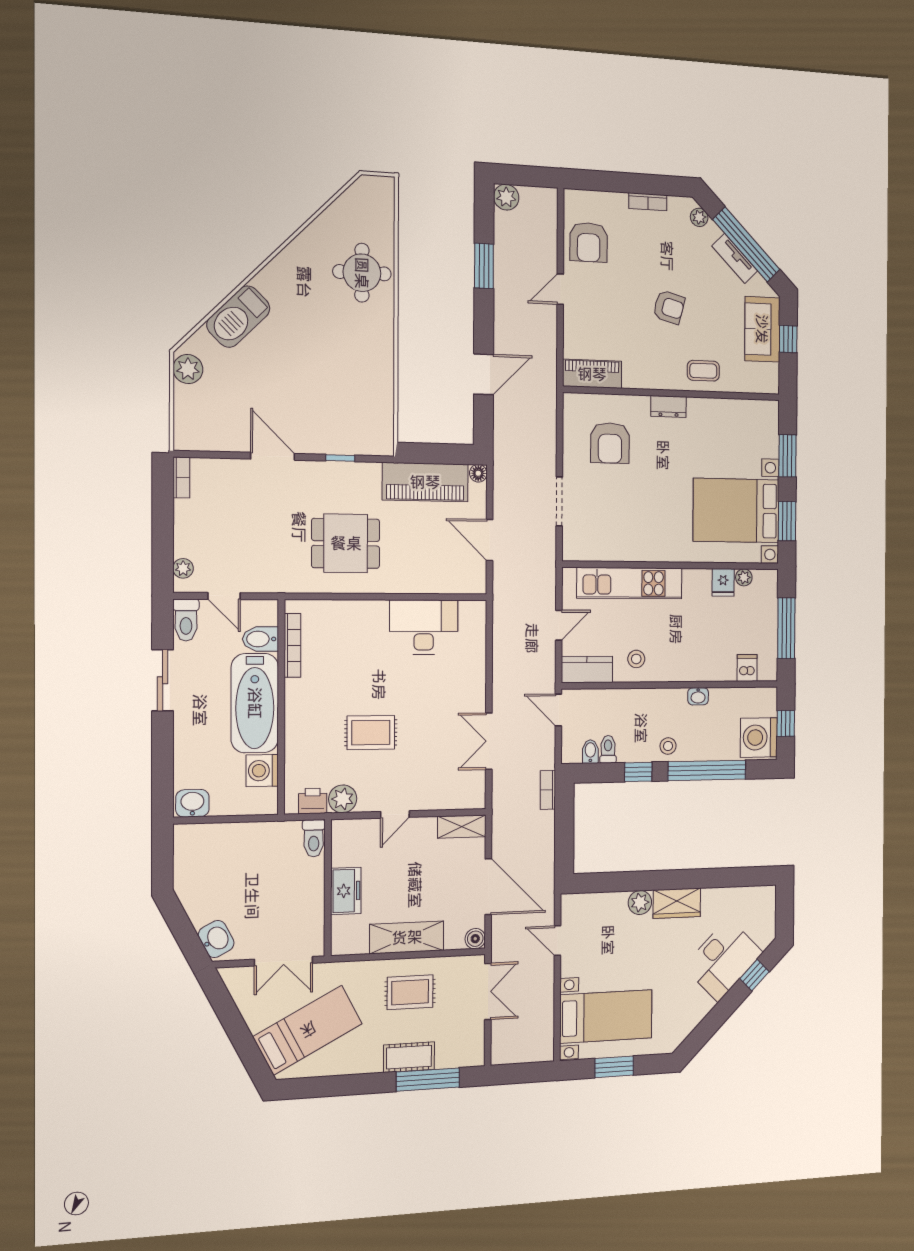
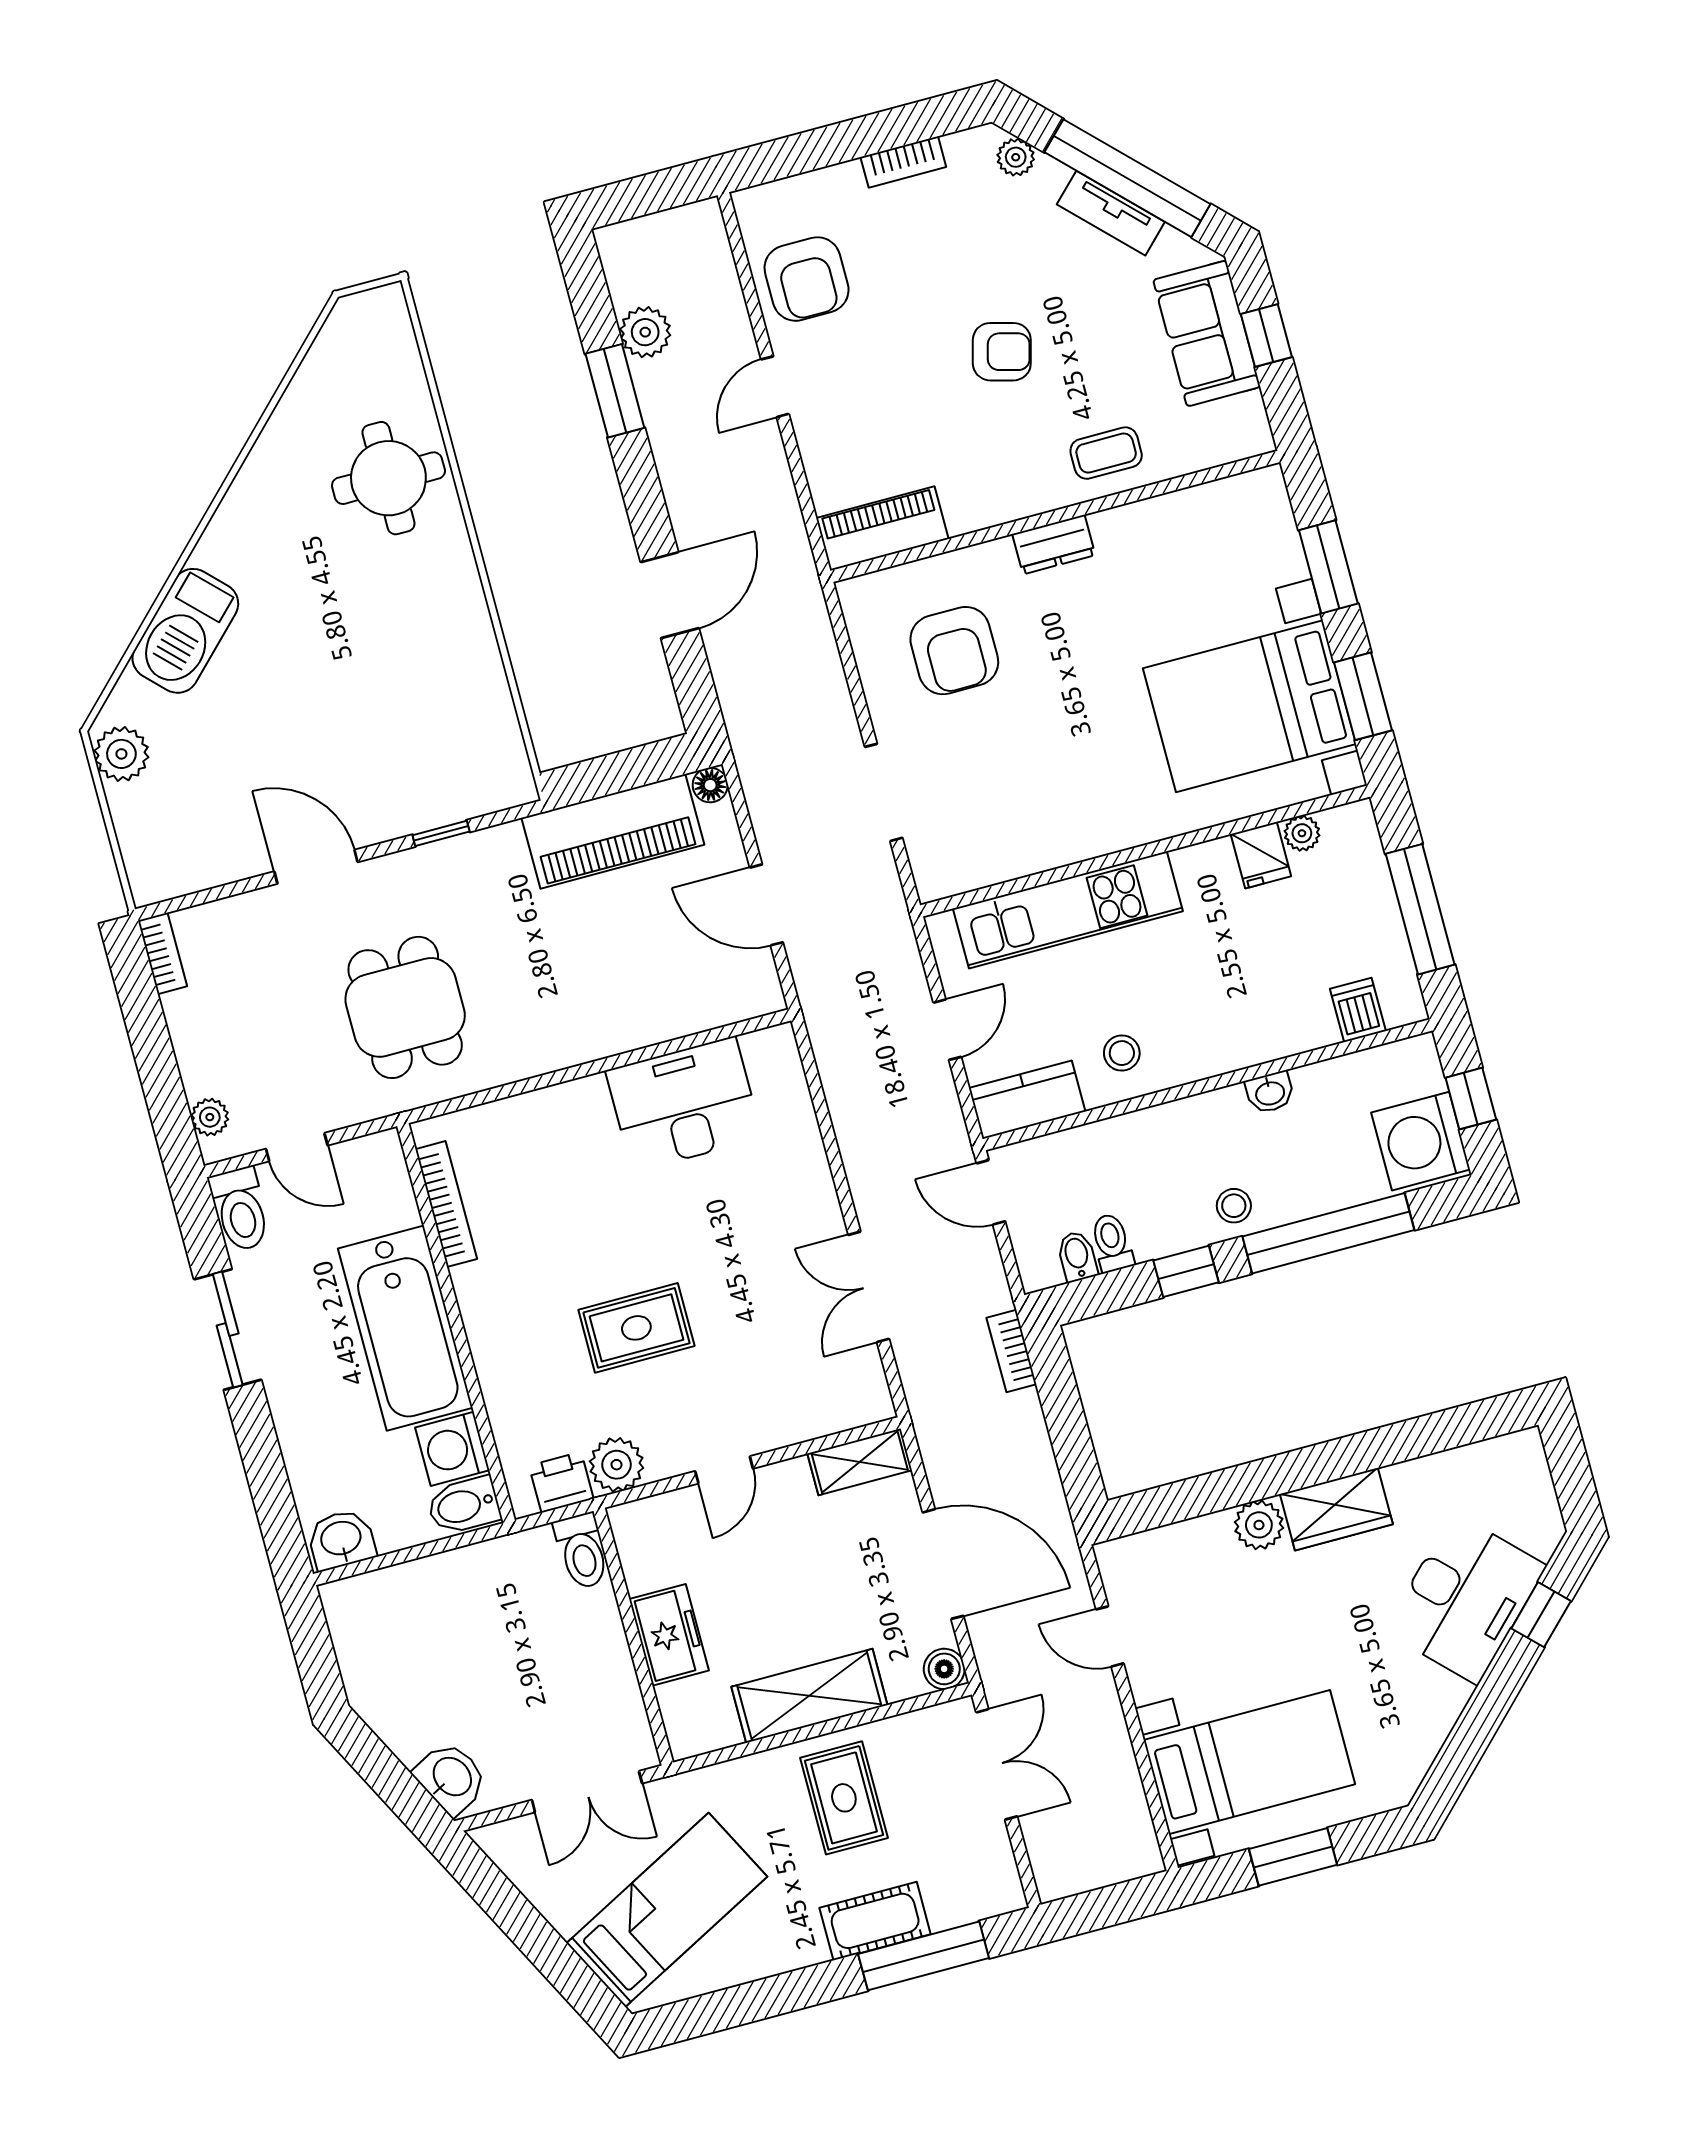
plant: (506, 197) -> (645, 332), moved
dining table: (346, 543) -> (405, 1007), moved, turned 90
bidet: (260, 639) -> (464, 1505), moved
rug: (410, 992) -> (844, 1798), turned 90

